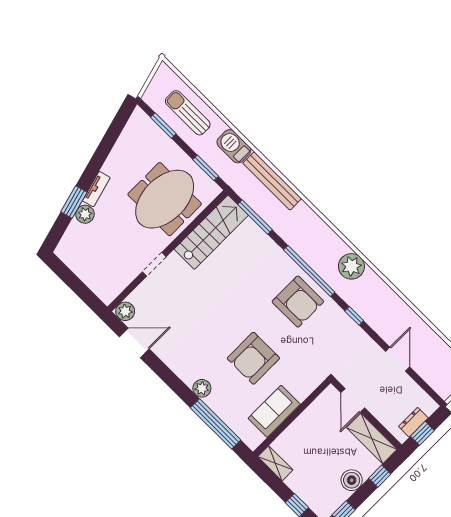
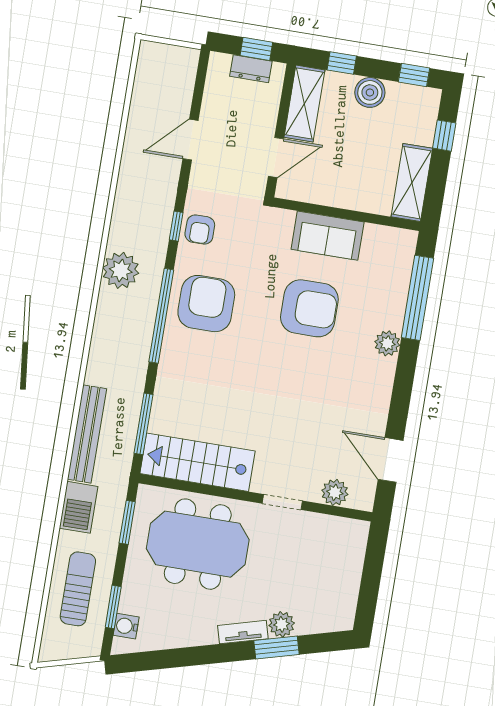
sun lounger: (188, 113) -> (78, 589), turned 180
water cooler: (147, 125) -> (126, 626), added
plant: (125, 311) -> (335, 492), moved
armchair: (343, 328) -> (200, 230), added
sofa: (274, 411) -> (328, 236), moved
shelving: (275, 463) -> (412, 183), width x1.50, depth x1.33

